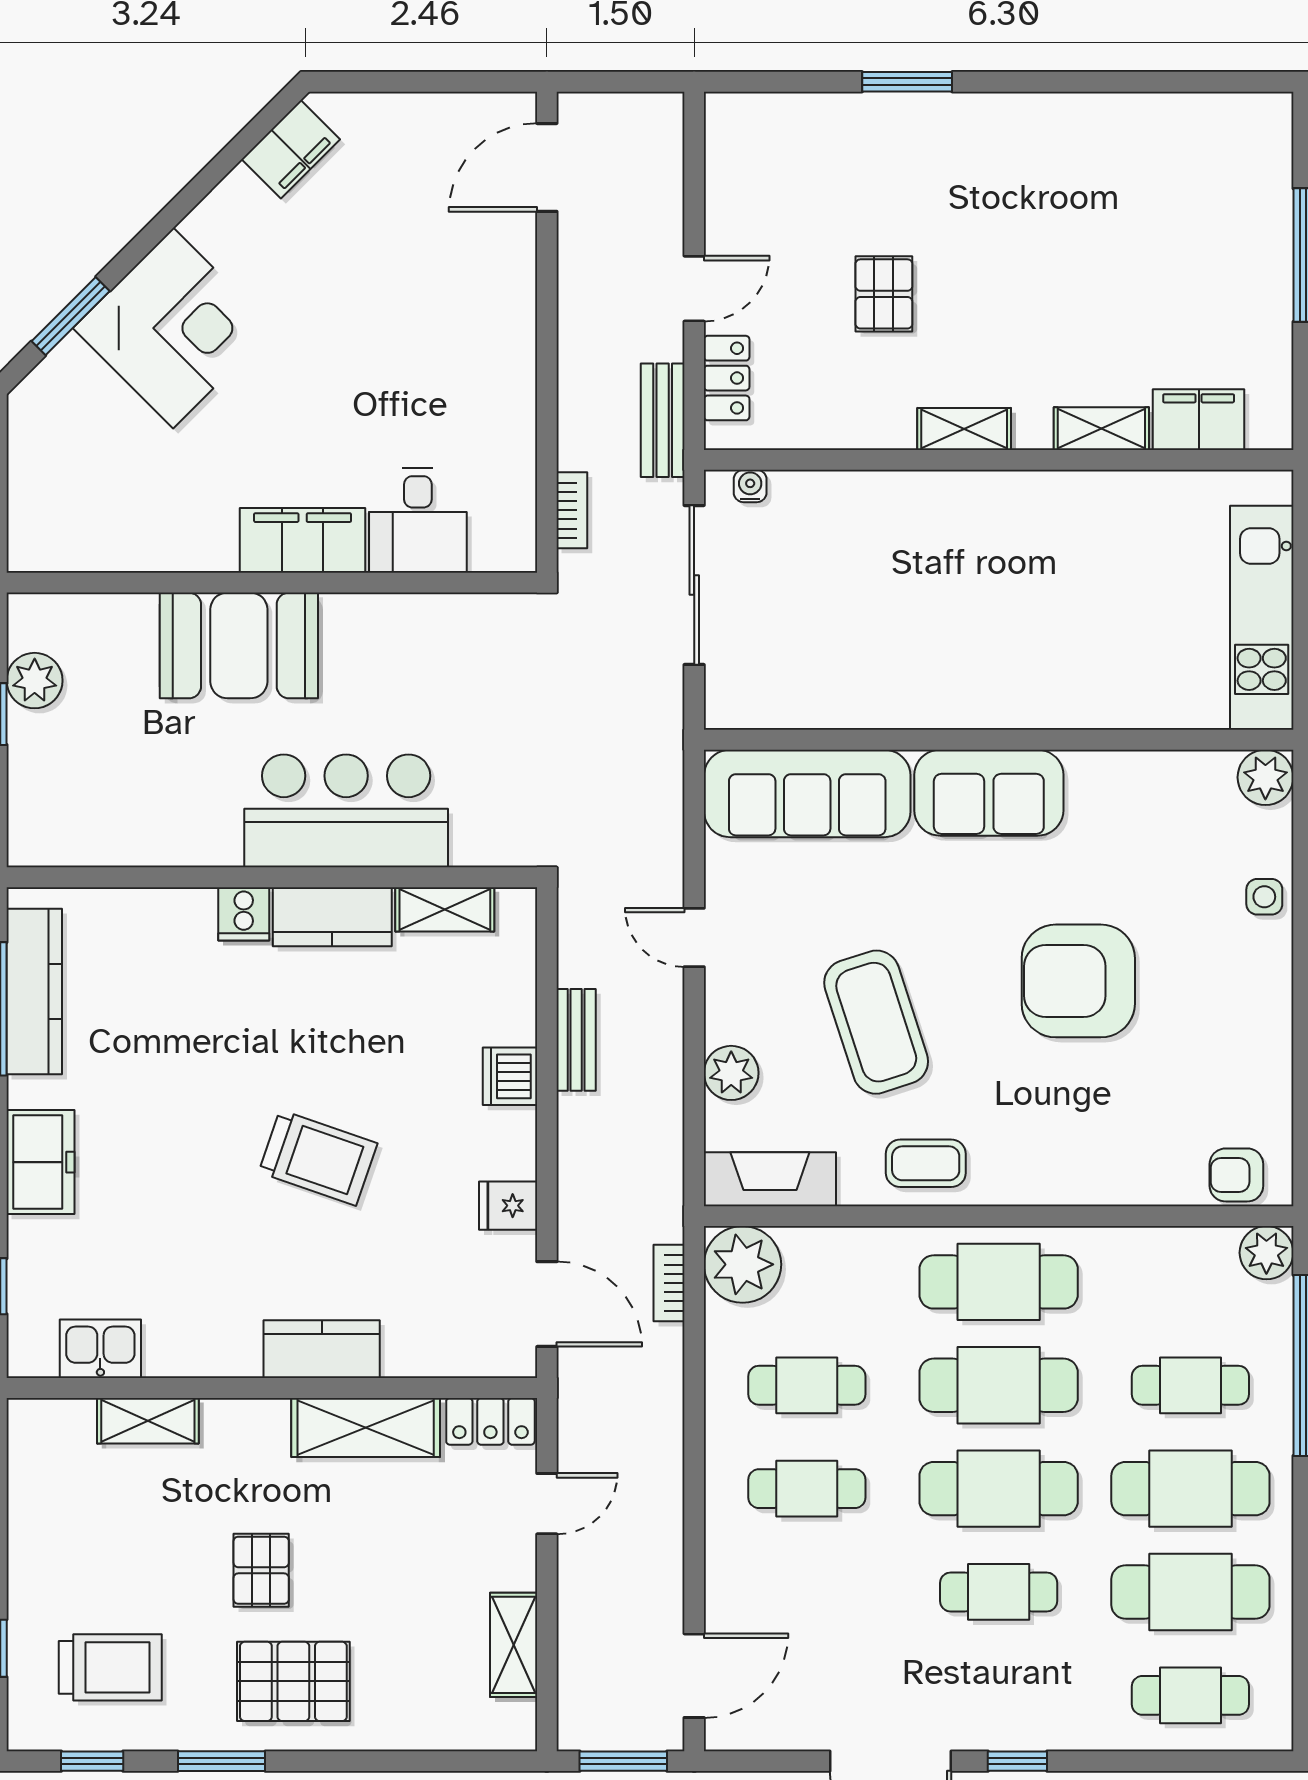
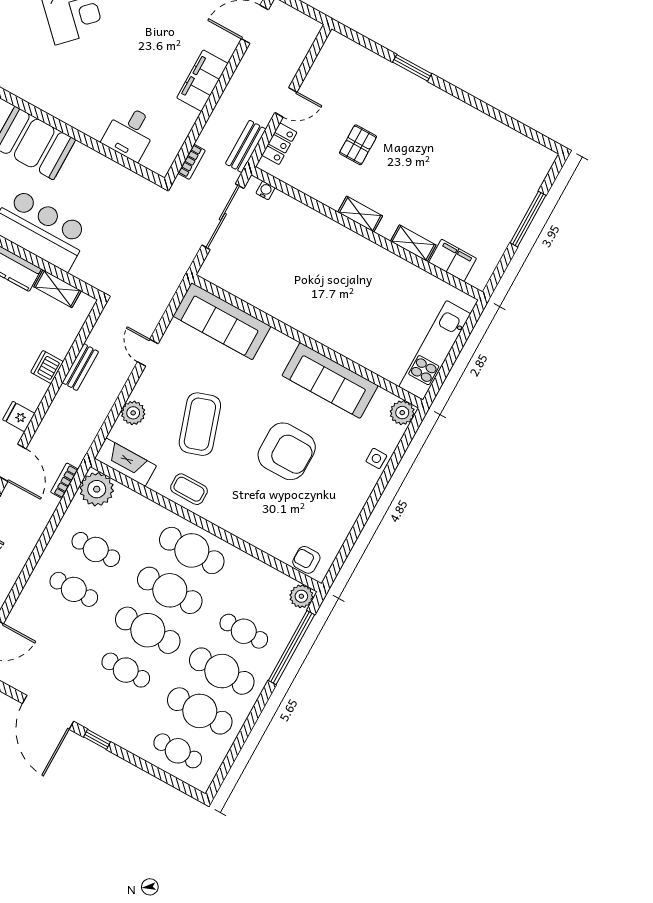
filing cabinet: (303, 540) -> (202, 81), moved, turned -90
sofa: (989, 793) -> (330, 380), moved, width x1.36
armchair: (1078, 981) -> (287, 451), turned 180

